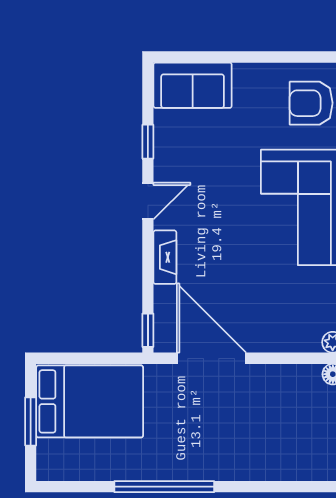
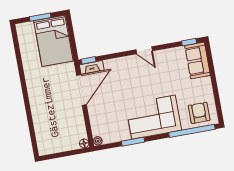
window: (148, 142) -> (189, 42), moved
fireplace: (165, 257) -> (92, 67), moved
window: (164, 487) -> (23, 80), removed

